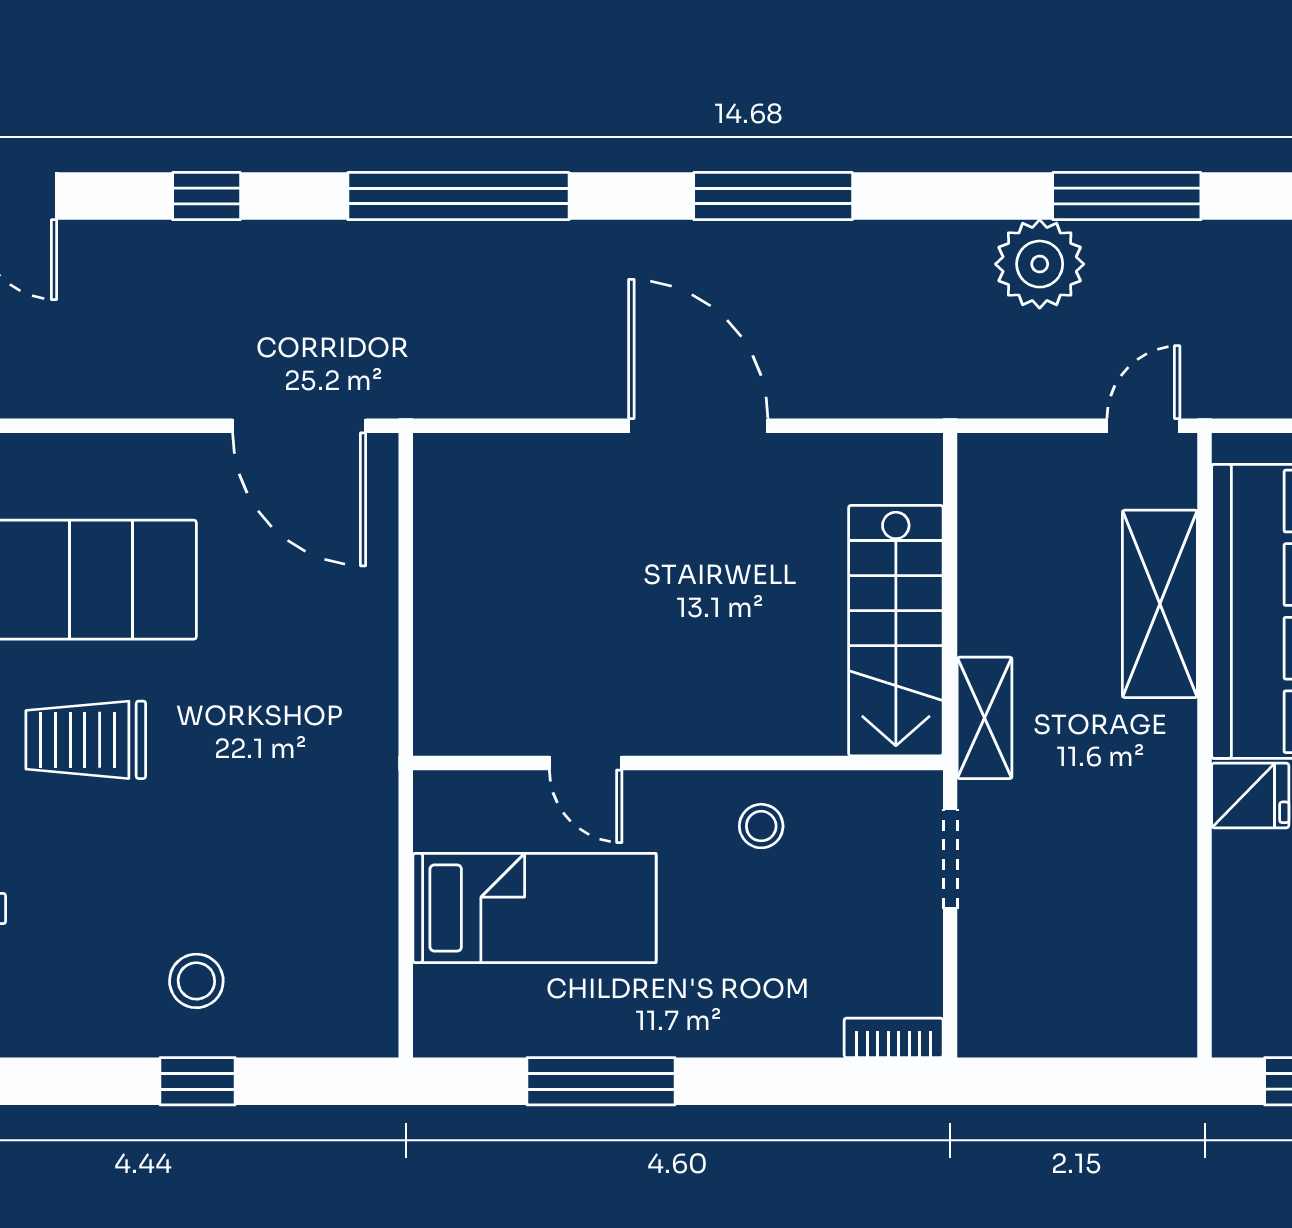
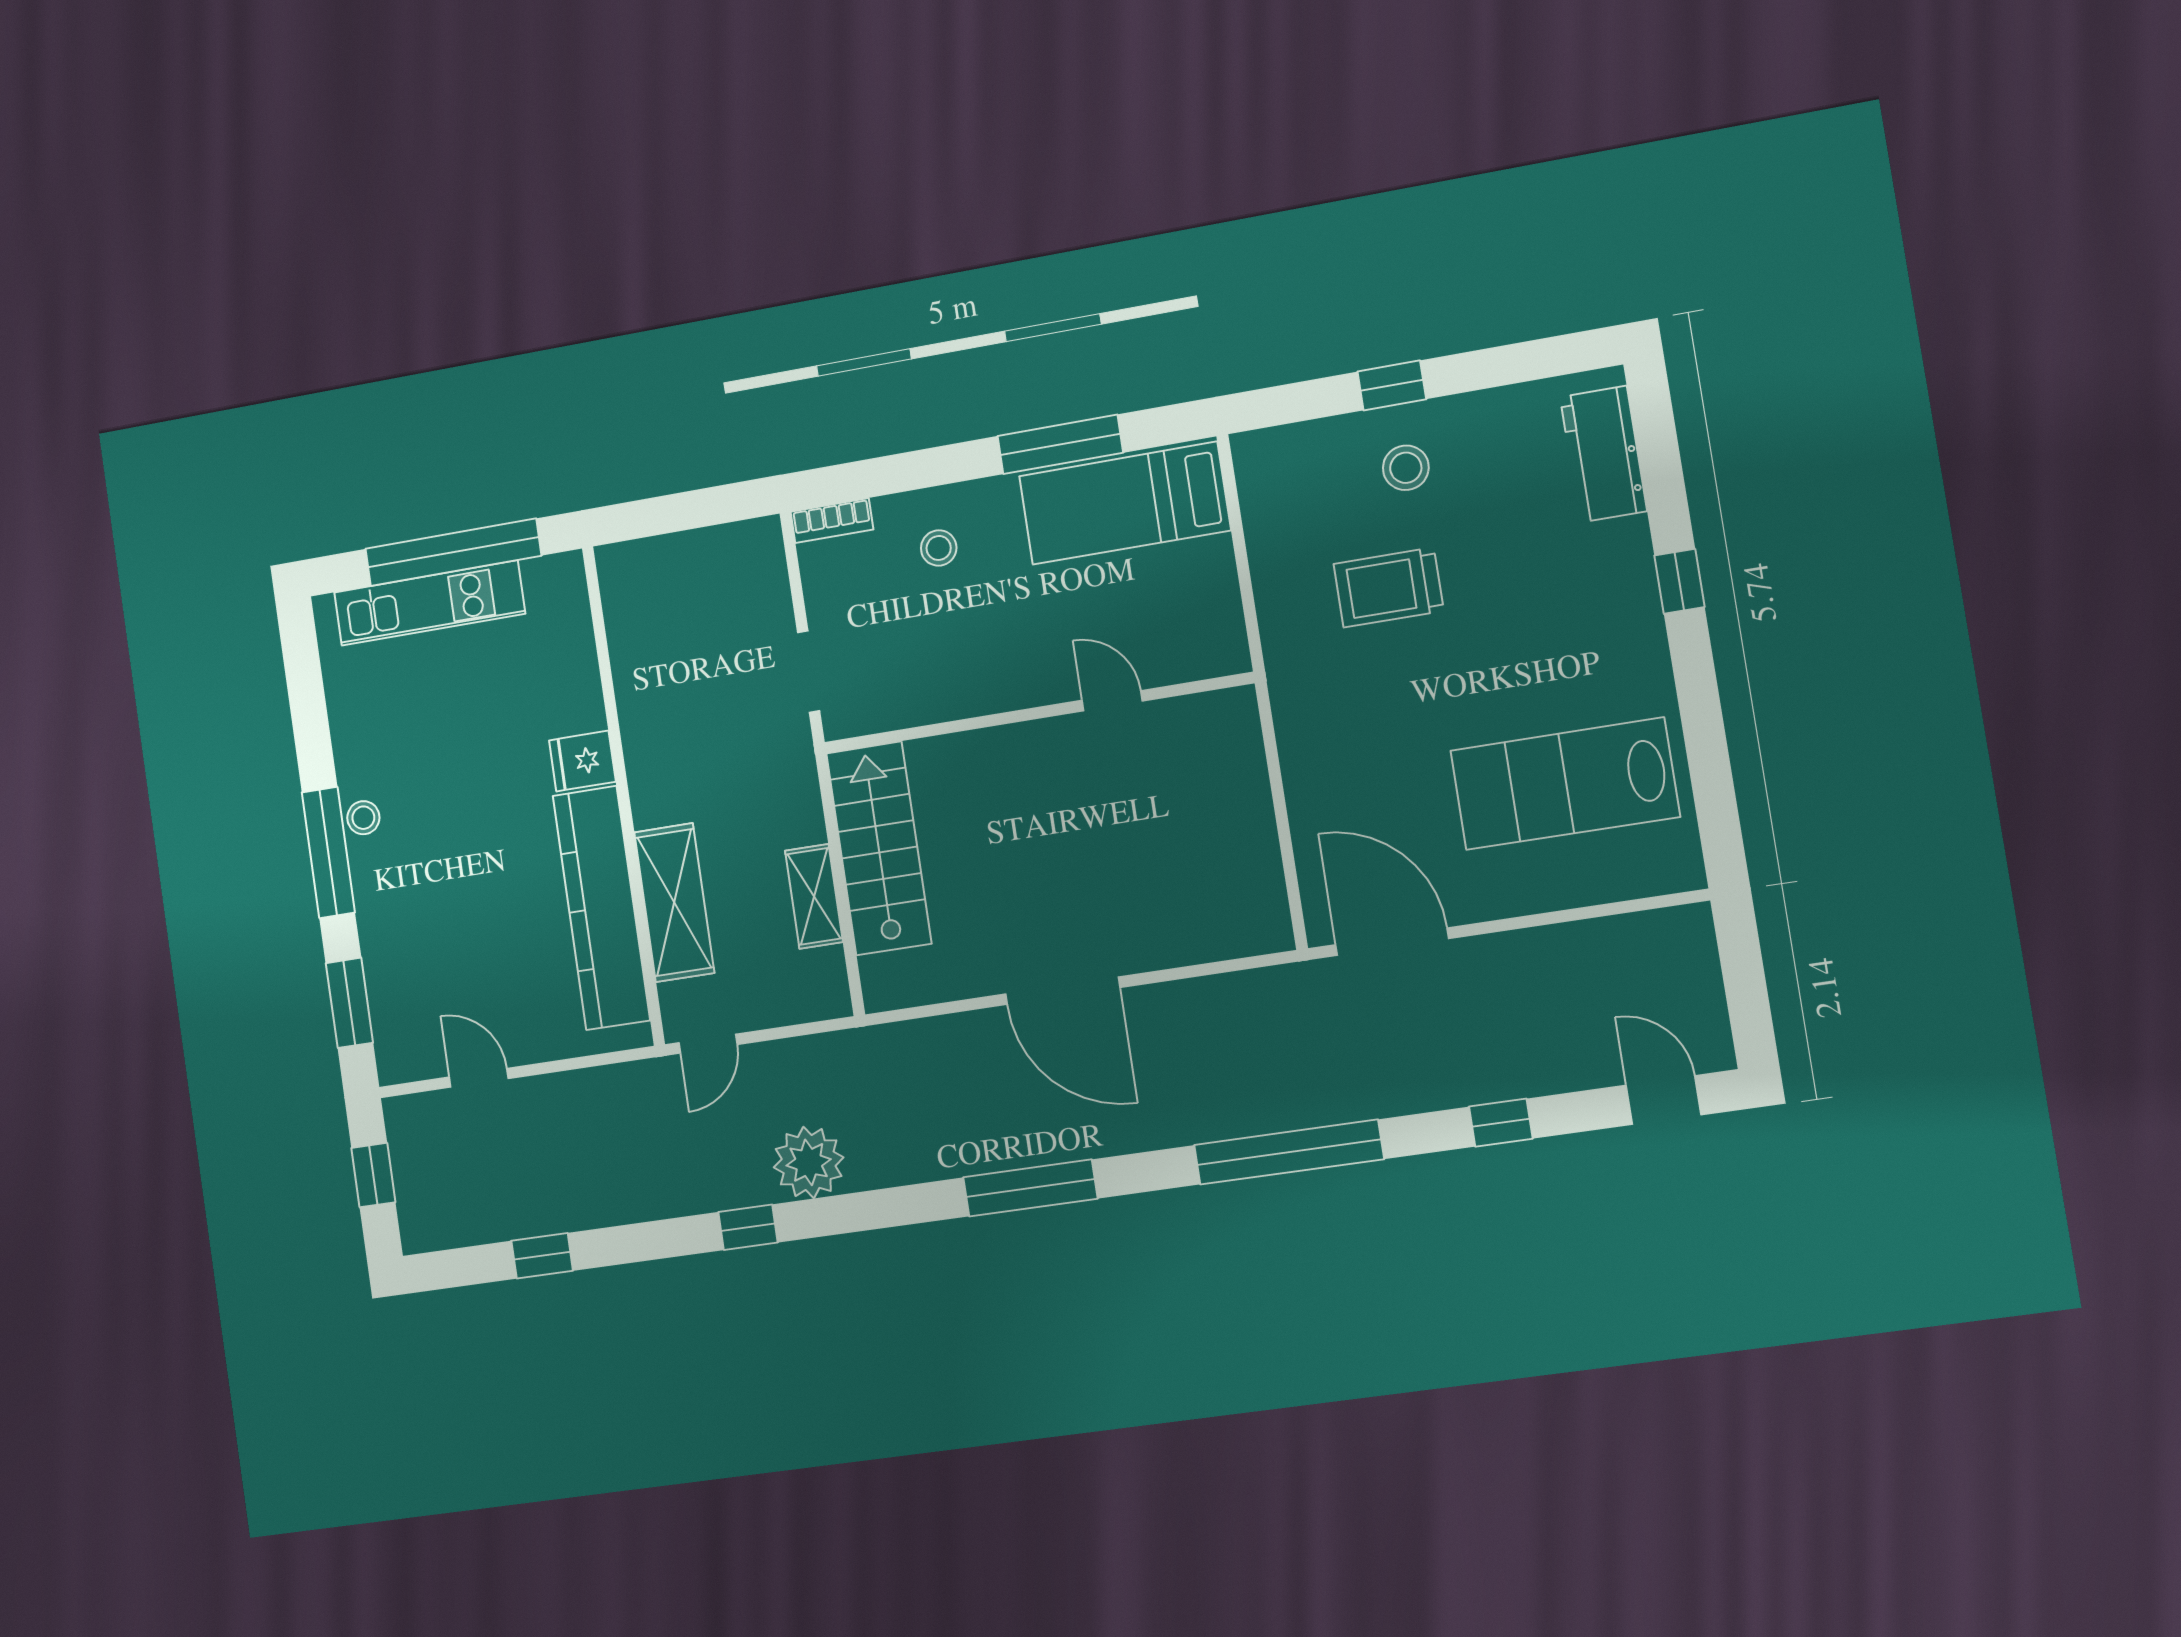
window: (1127, 196) -> (748, 1227), width x0.46
shelving: (985, 718) -> (814, 896), moved
trolley: (86, 740) -> (1389, 587), moved, turned 180
stool: (761, 826) -> (939, 548), moved
bed: (534, 908) -> (1125, 503), moved

